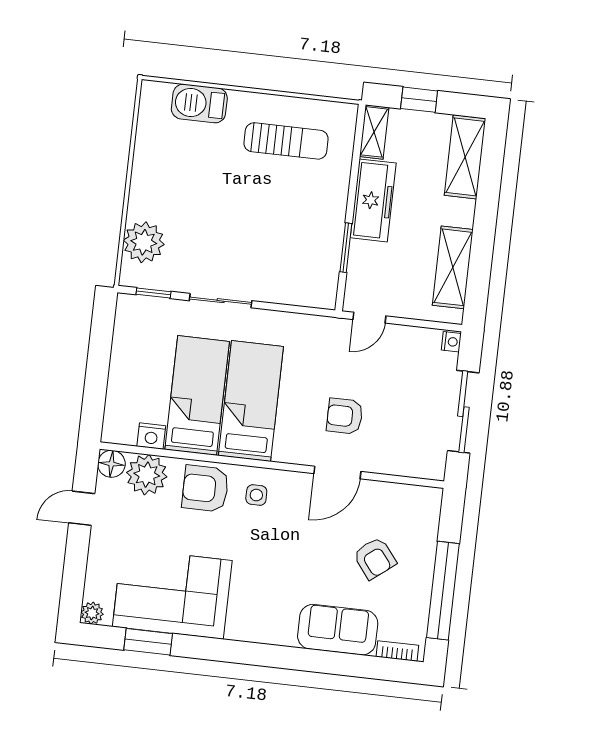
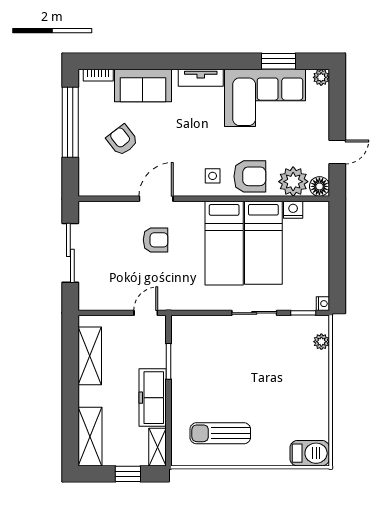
barbecue: (199, 103) -> (310, 453), moved
plant: (144, 242) -> (321, 342), width x0.53, depth x0.53
nightstand: (451, 342) -> (323, 304), moved, turned 180
tv unit: (257, 631) -> (201, 78), added

